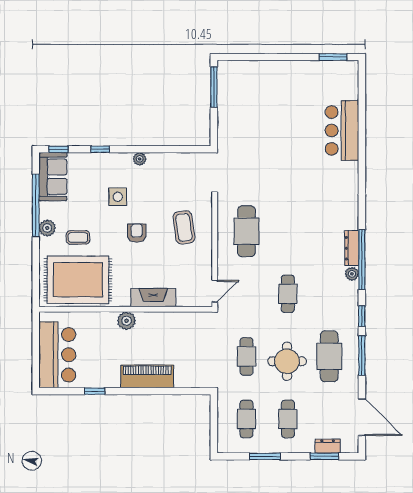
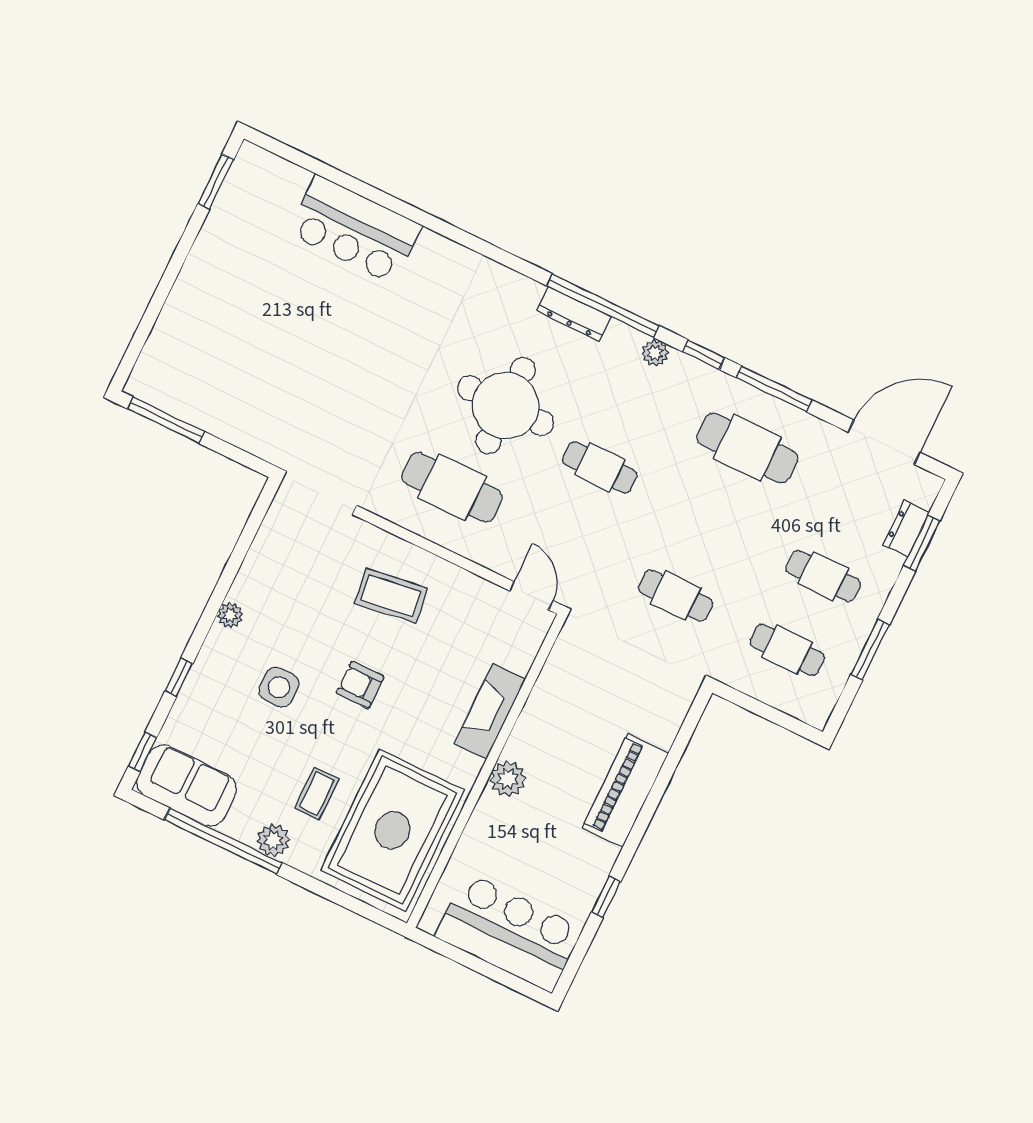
plant: (352, 274) -> (655, 353), moved
round table: (287, 361) -> (506, 406), moved, width x1.36, depth x1.36

